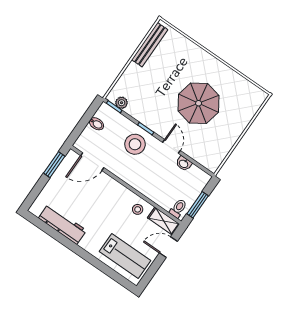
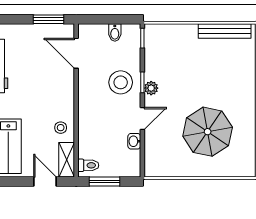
plant: (122, 103) -> (151, 88), moved
parasol: (199, 103) -> (208, 132), moved

